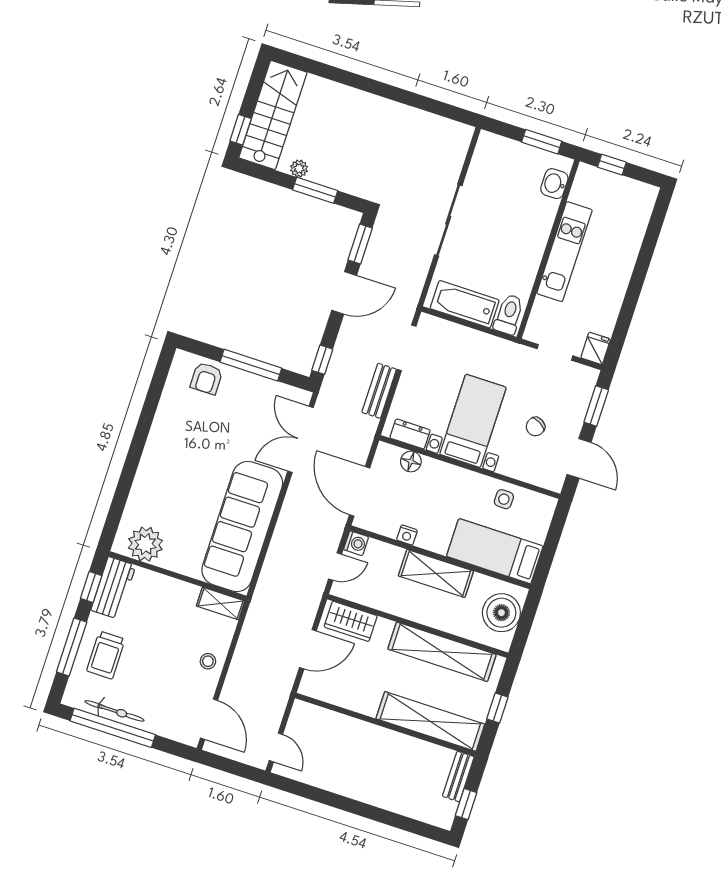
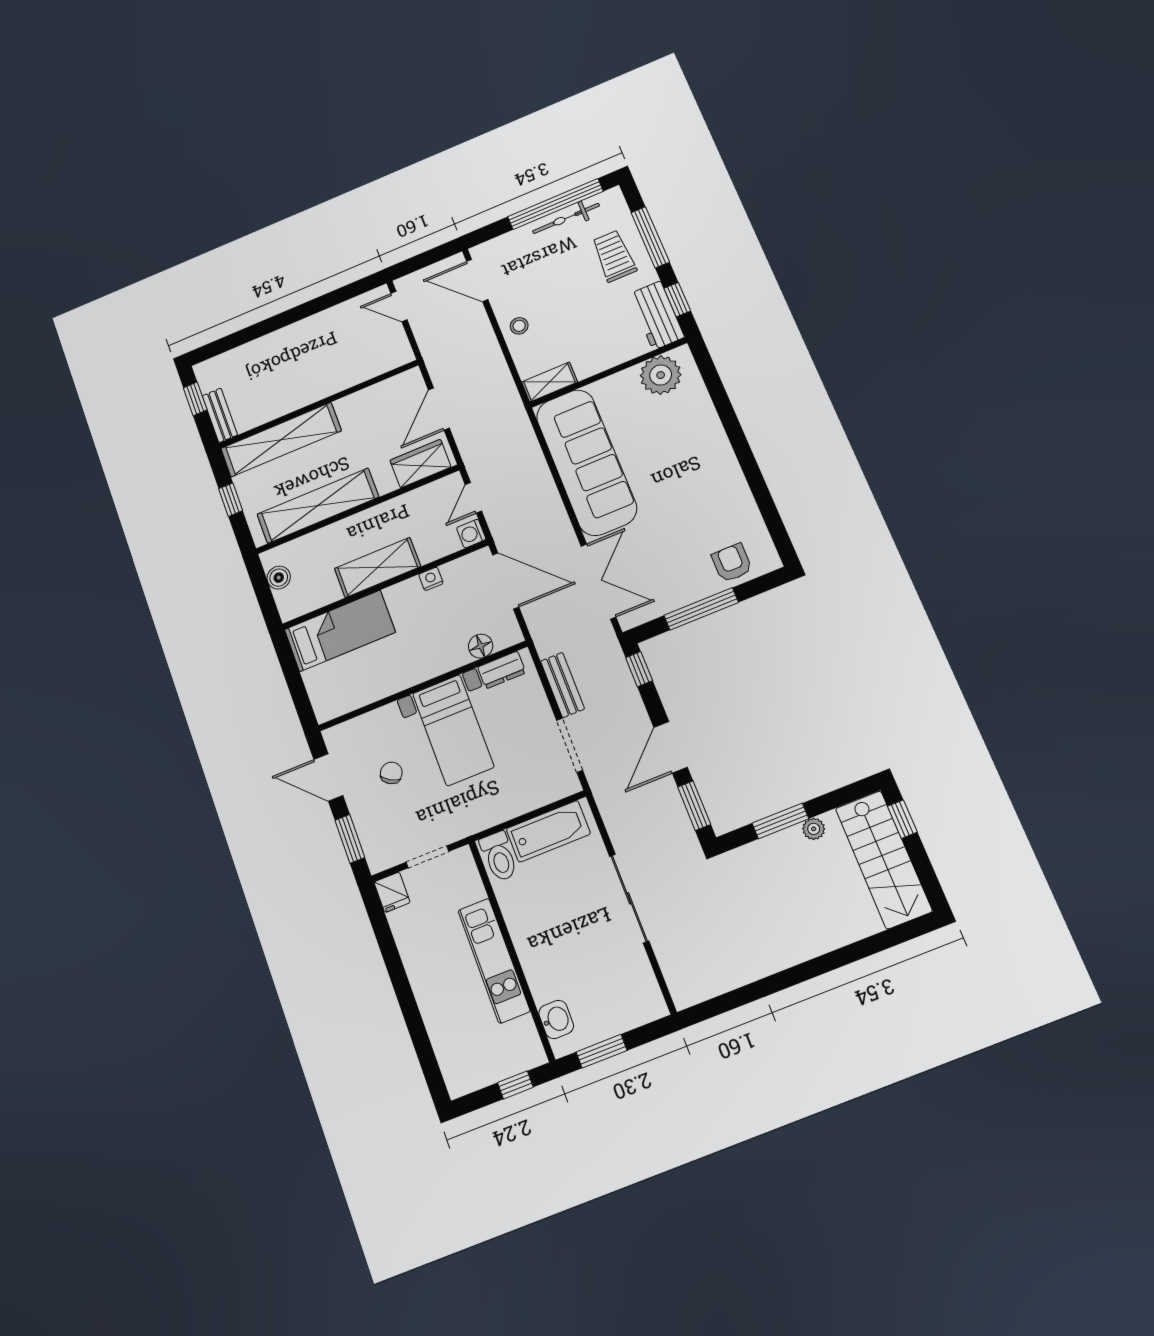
side table: (504, 499) -> (368, 683), removed
boiler: (501, 613) -> (279, 578), width x0.54, depth x0.54

